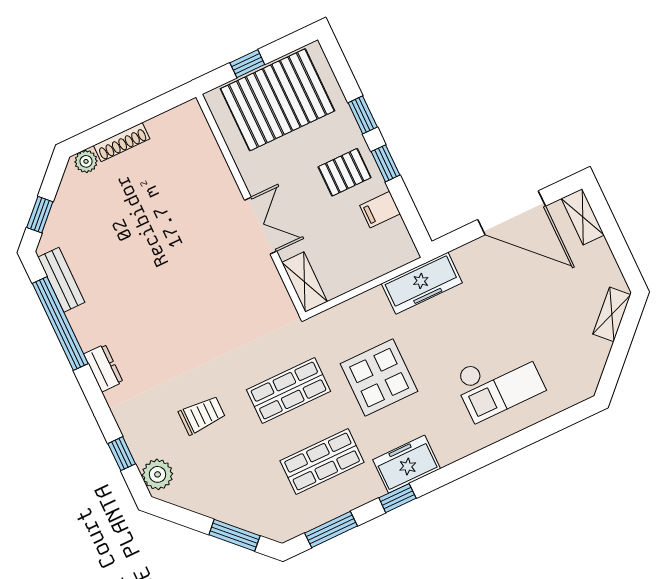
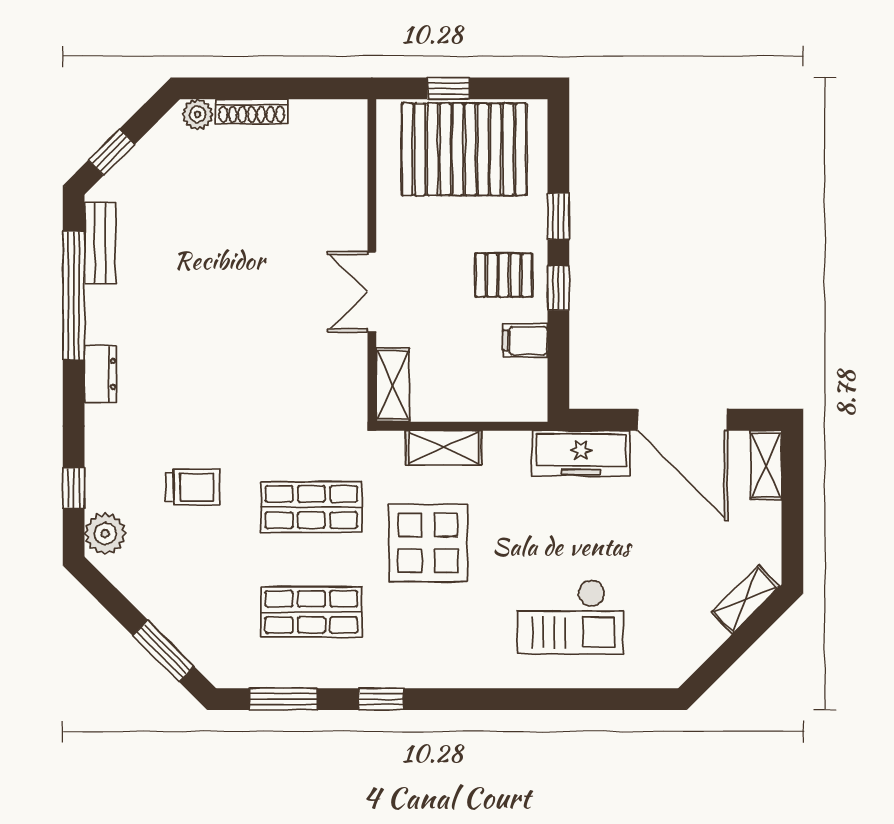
double door: (261, 226) -> (372, 292), swing flipped
freezer: (422, 283) -> (581, 453), moved
shelving: (359, 308) -> (444, 448), added
freezer: (407, 464) -> (412, 663), removed

